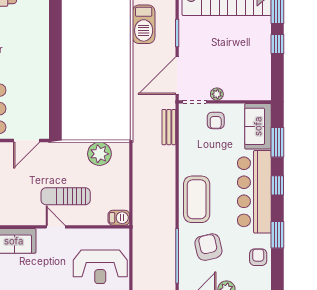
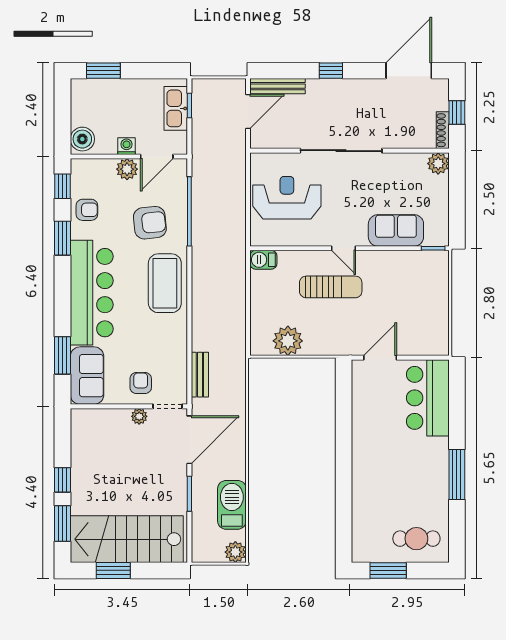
window: (277, 185) -> (62, 186), moved
armchair: (208, 247) -> (150, 223), turned -83
armchair: (258, 257) -> (87, 210), turned -90

